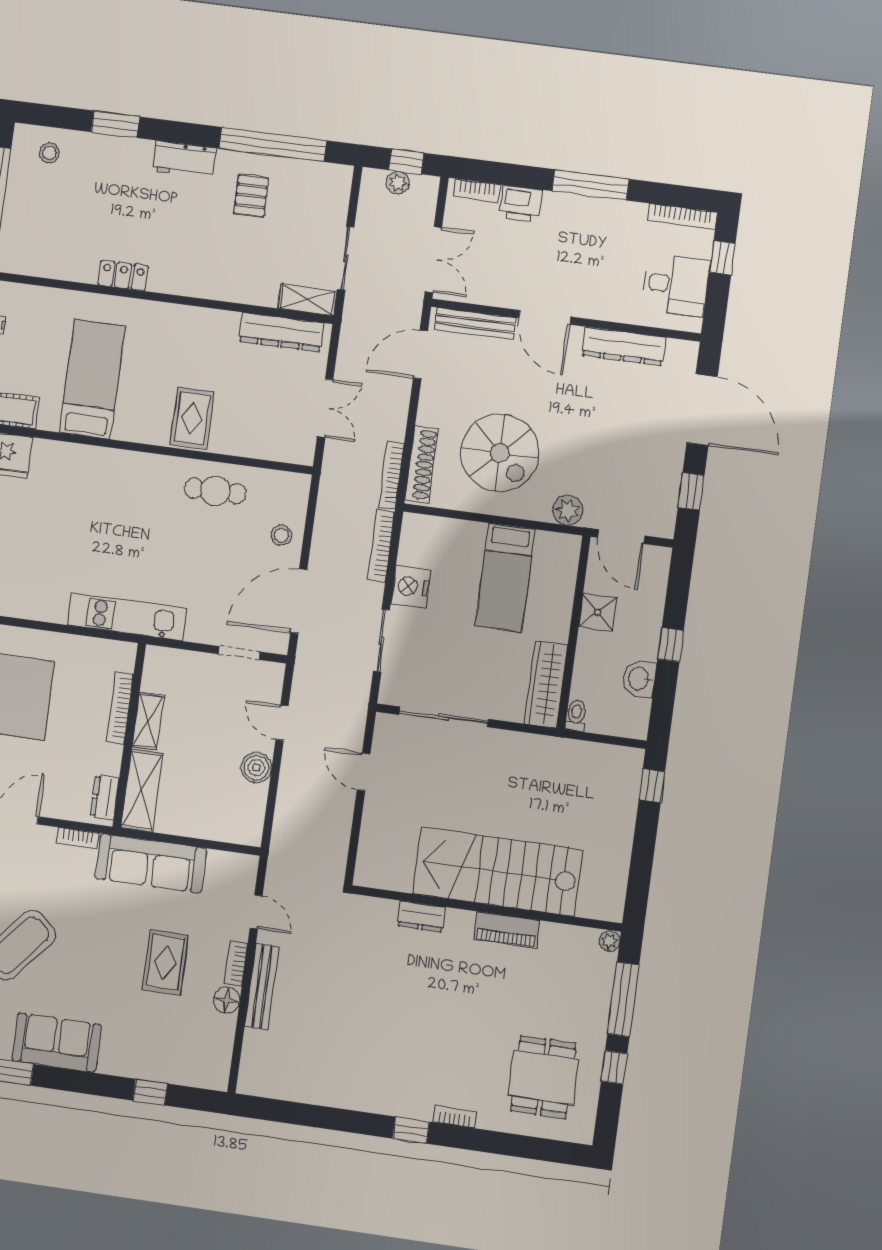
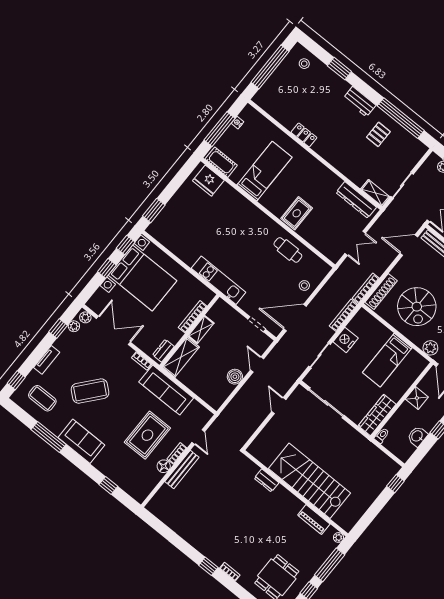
piano: (507, 930) -> (314, 520), moved
rug: (165, 962) -> (147, 435), width x1.36, depth x1.43

